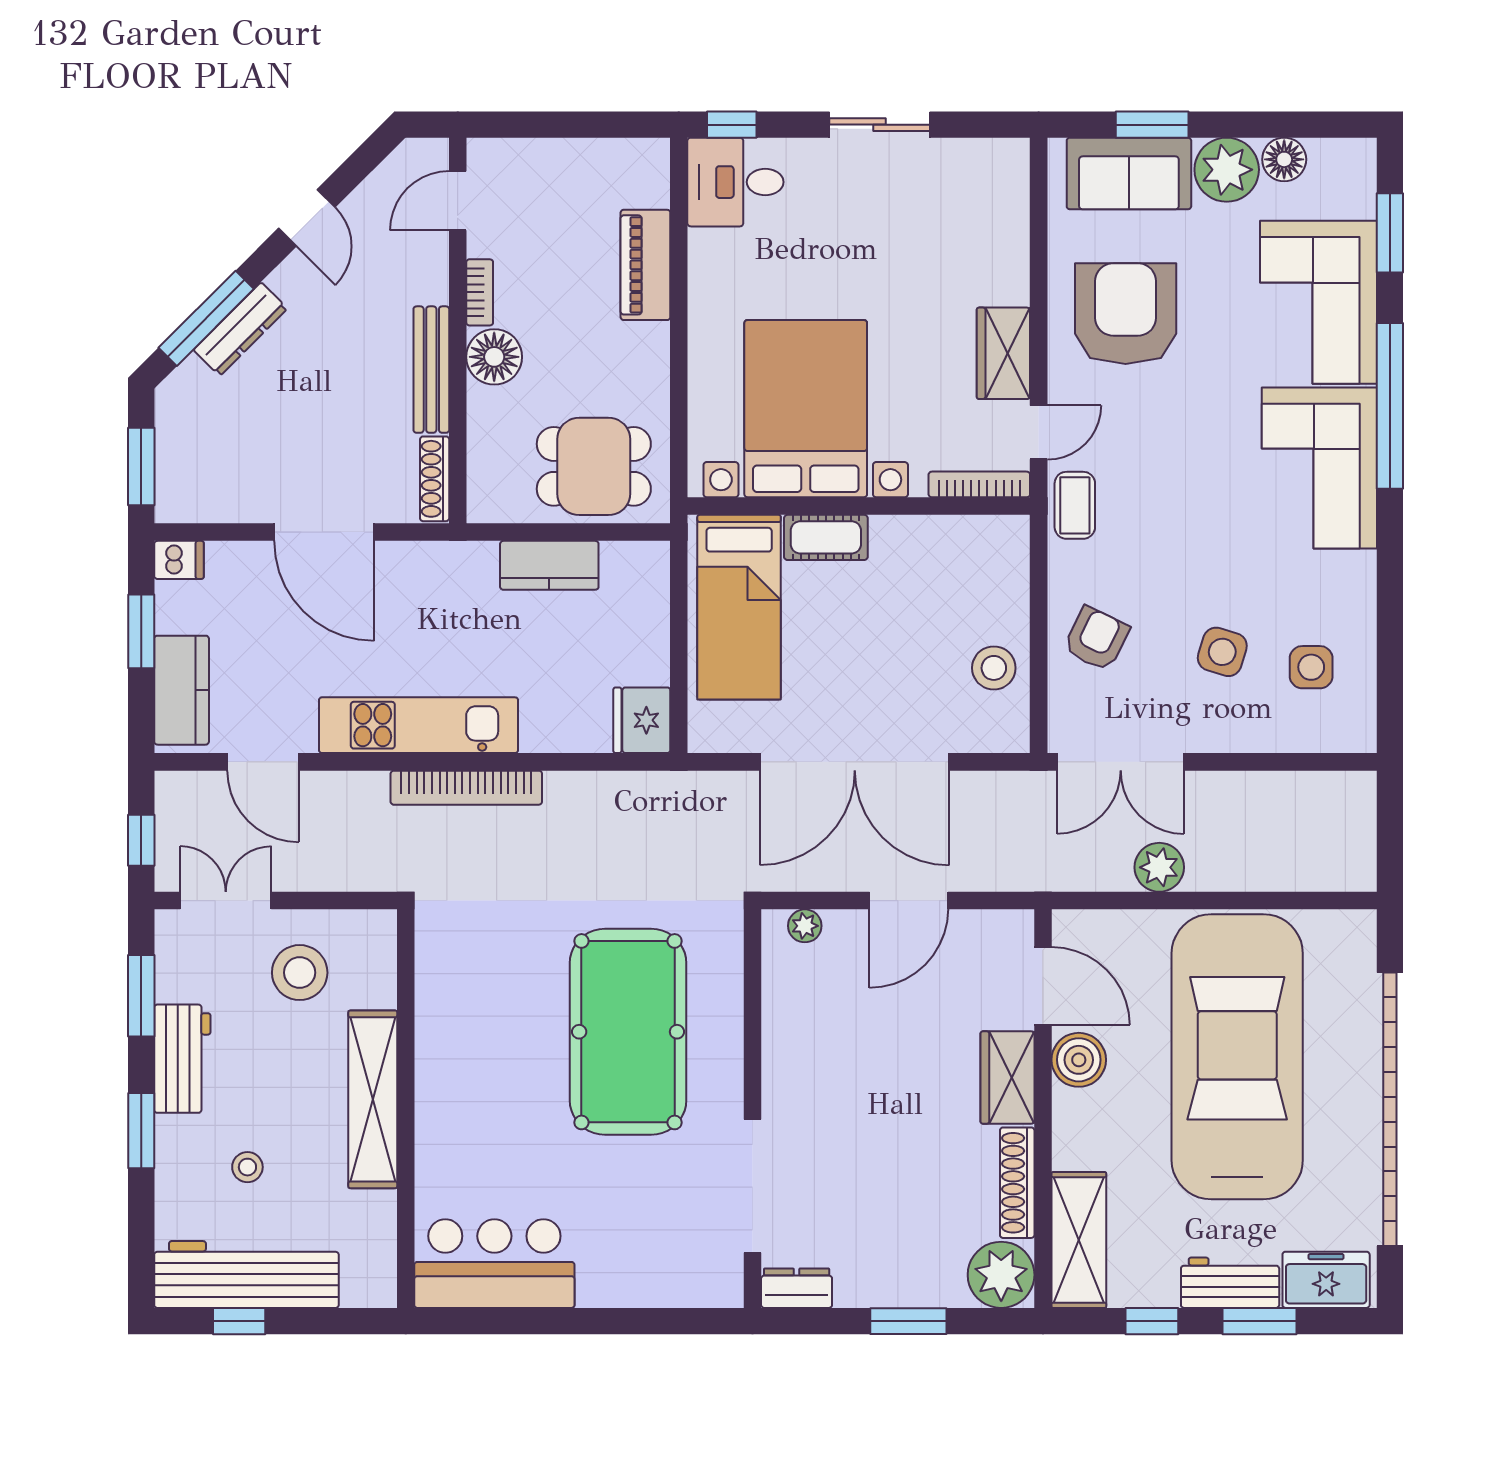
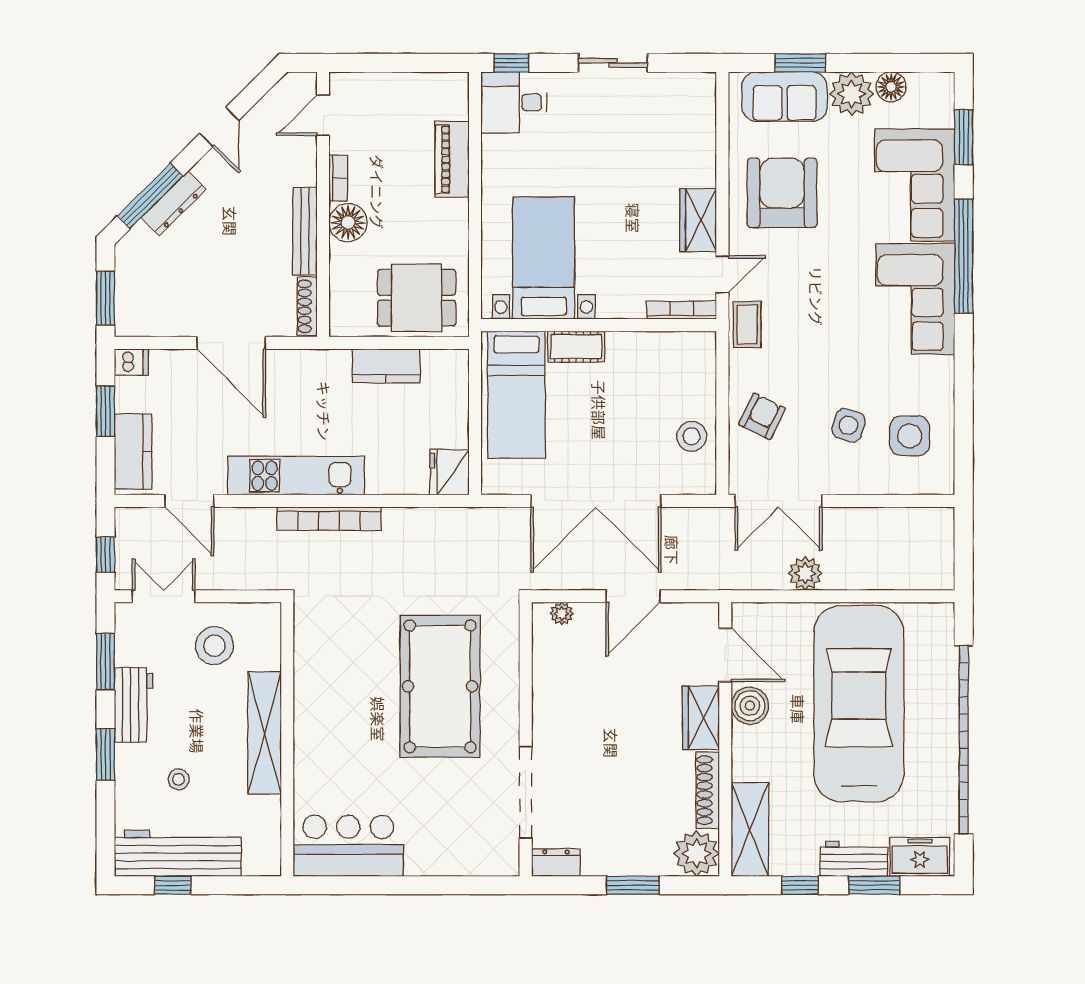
bed with nightstands: (806, 409) -> (544, 258), width x0.73
side table: (1311, 667) -> (910, 436), width x1.37, depth x1.37

